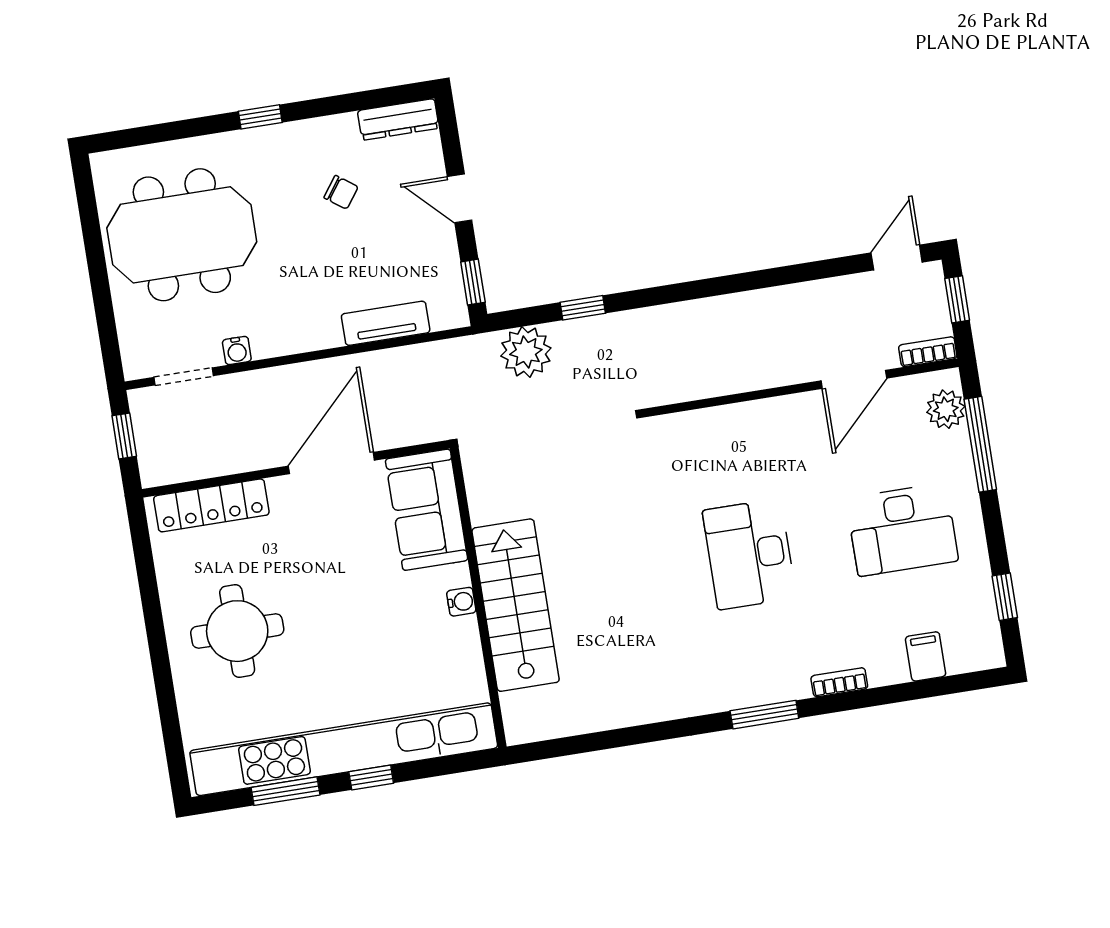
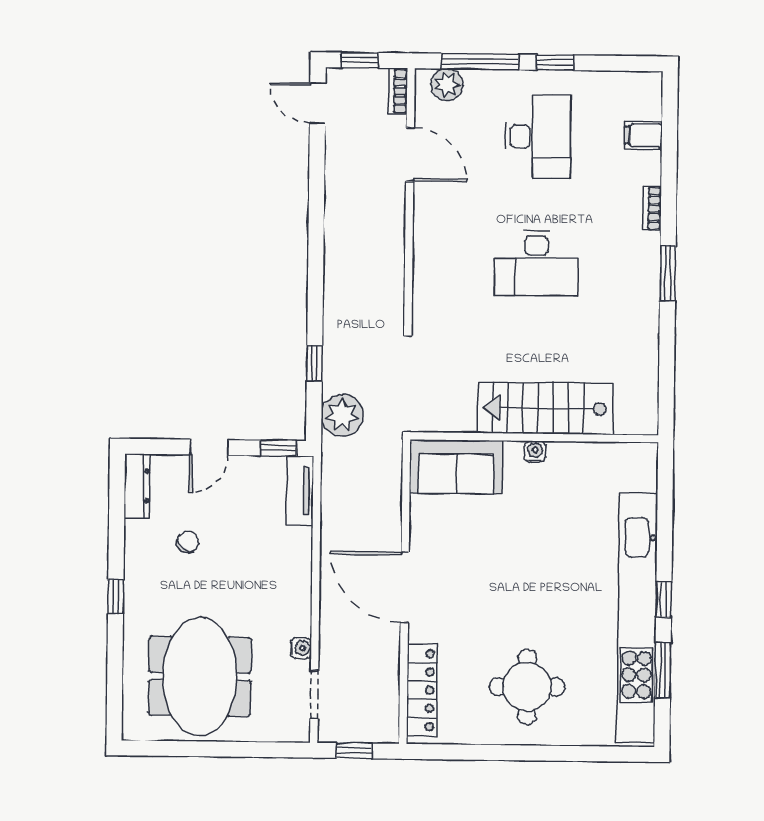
tv unit: (386, 323) -> (300, 491), moved
sofa: (427, 510) -> (456, 467), moved
window: (1005, 597) -> (555, 63), moved
wall: (478, 598) -> (534, 437), moved
water cooler: (461, 602) -> (535, 452), moved
stairs: (516, 605) -> (546, 408), moved

